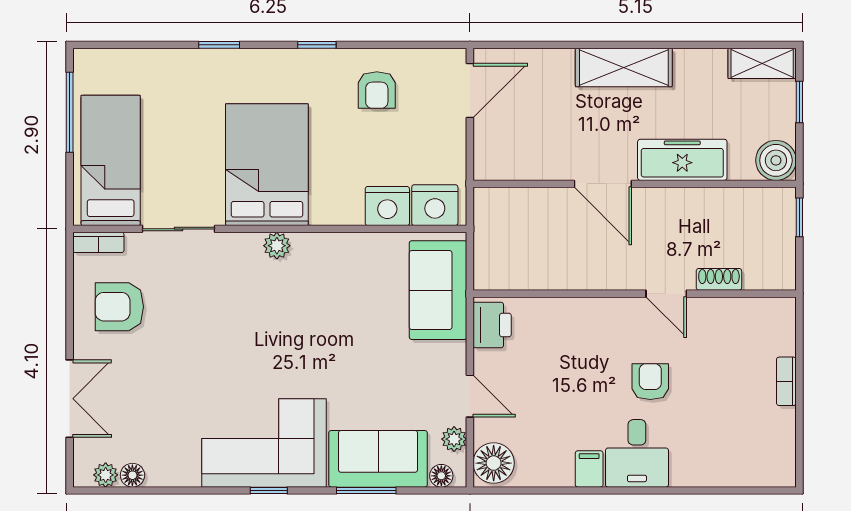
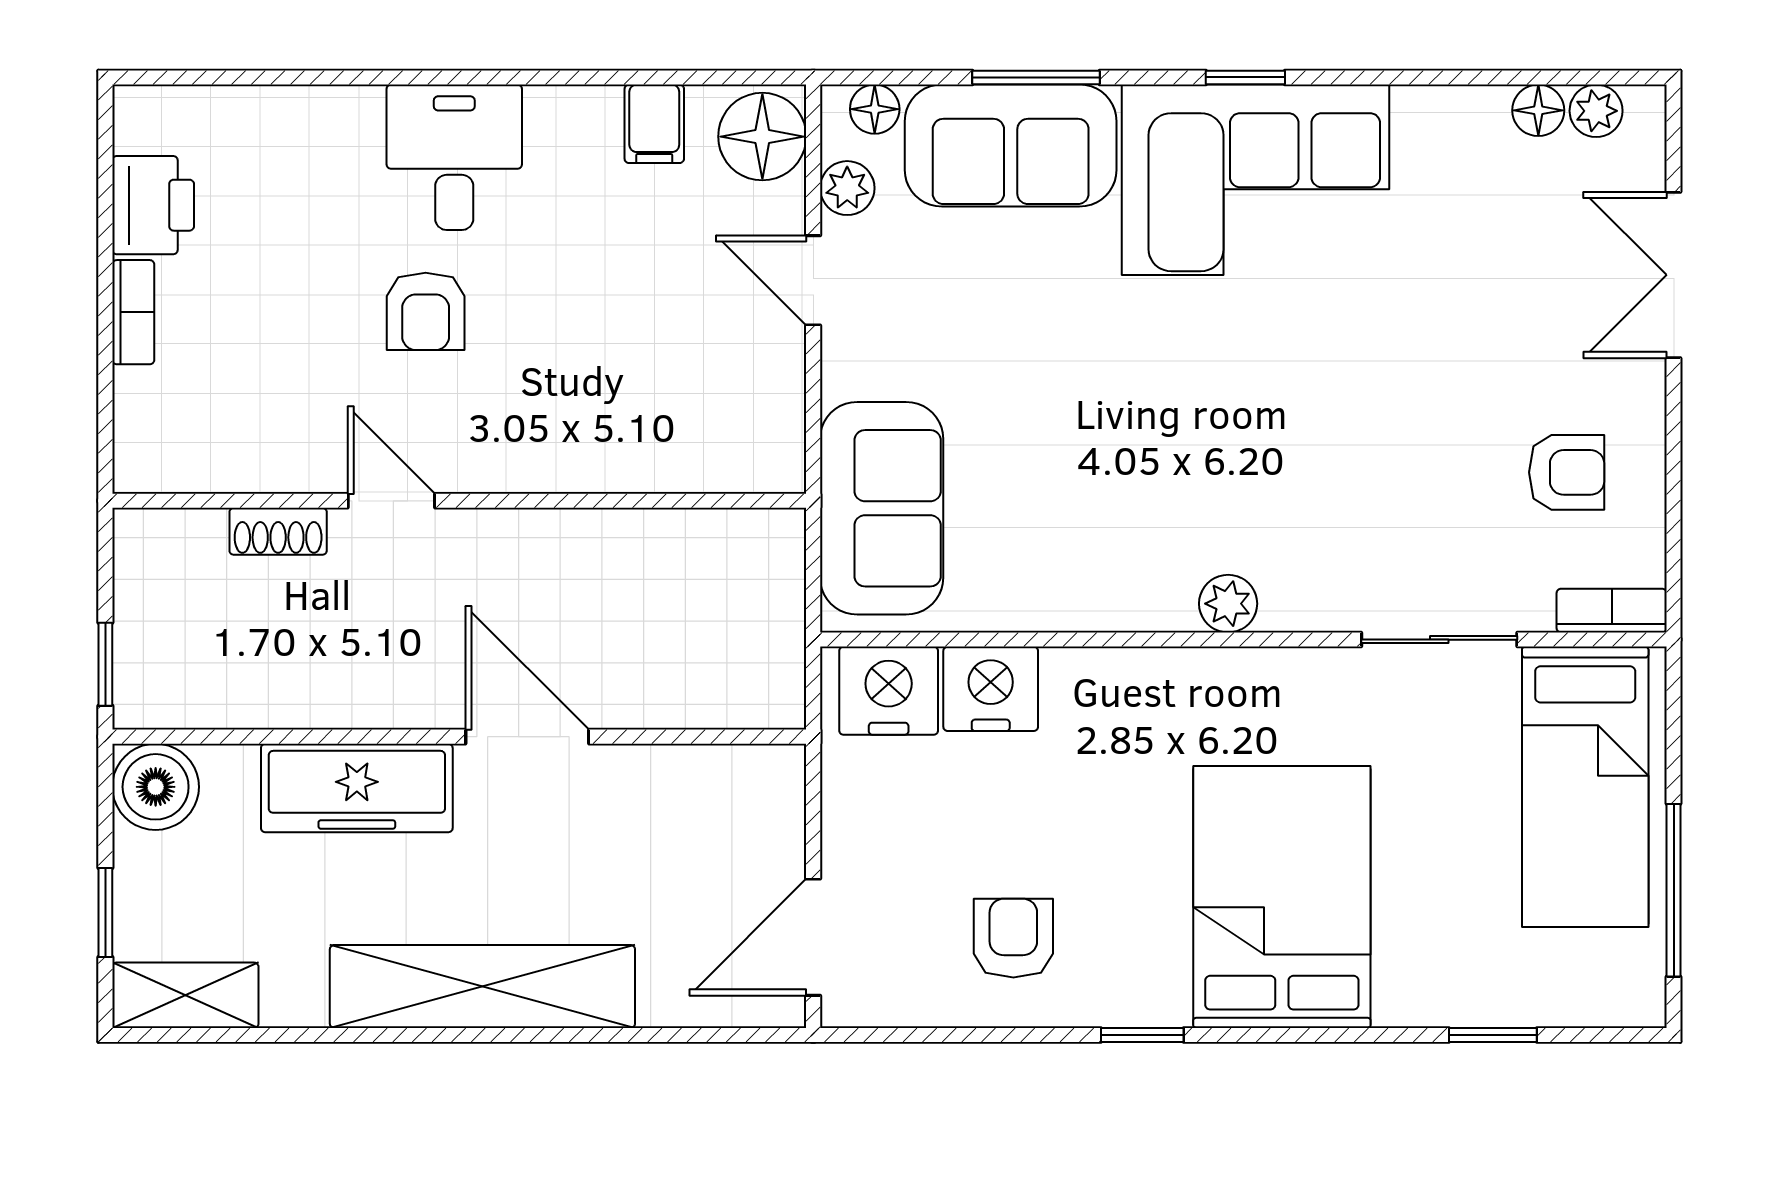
window: (219, 45) -> (1493, 1035), moved
shelving: (624, 67) -> (482, 987), width x1.47
bed: (267, 165) -> (1282, 897), moved, turned 180
armchair: (119, 307) -> (1567, 472), width x0.72, depth x0.72
printer: (492, 325) -> (153, 205), moved, turned 180
filing cabinet: (589, 469) -> (654, 124), moved

